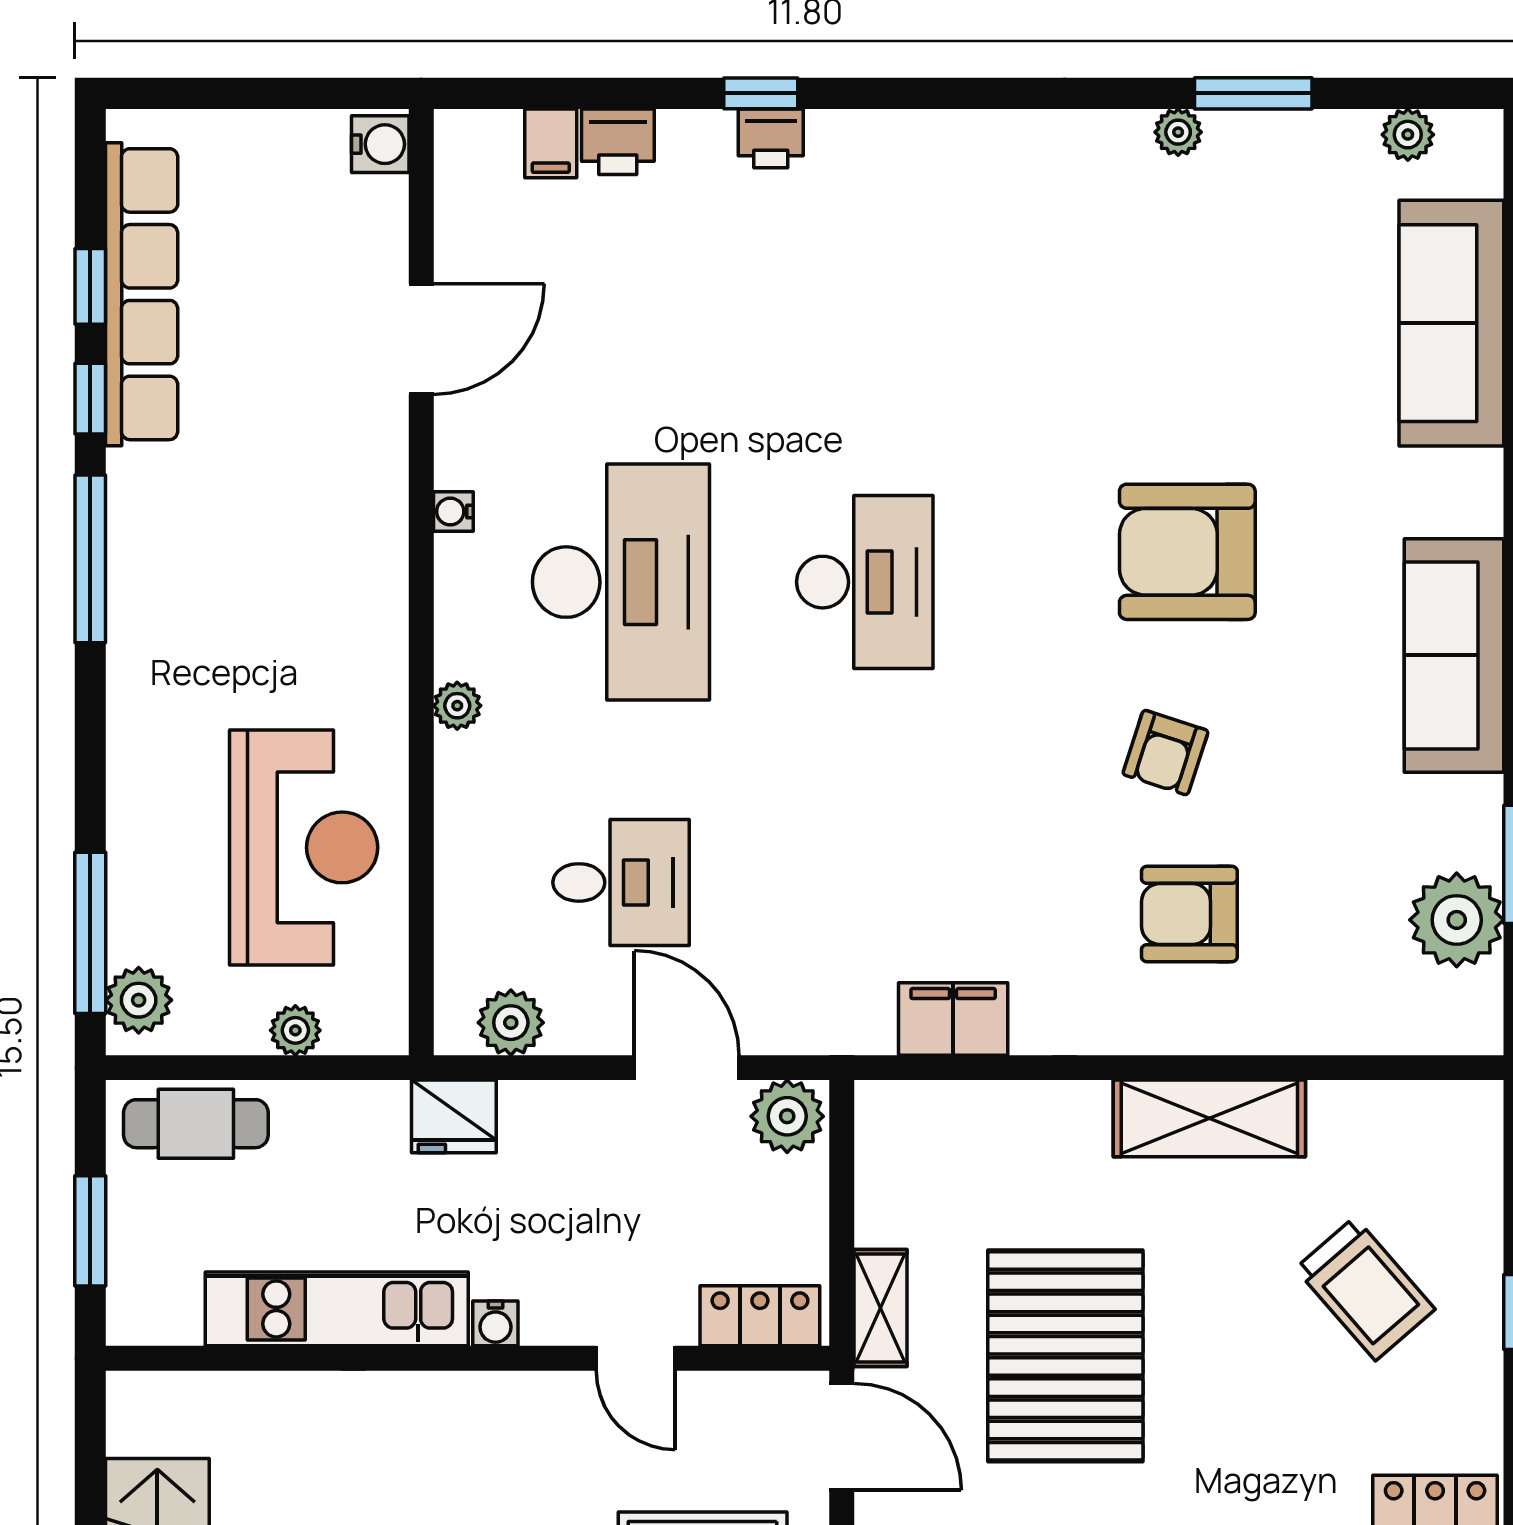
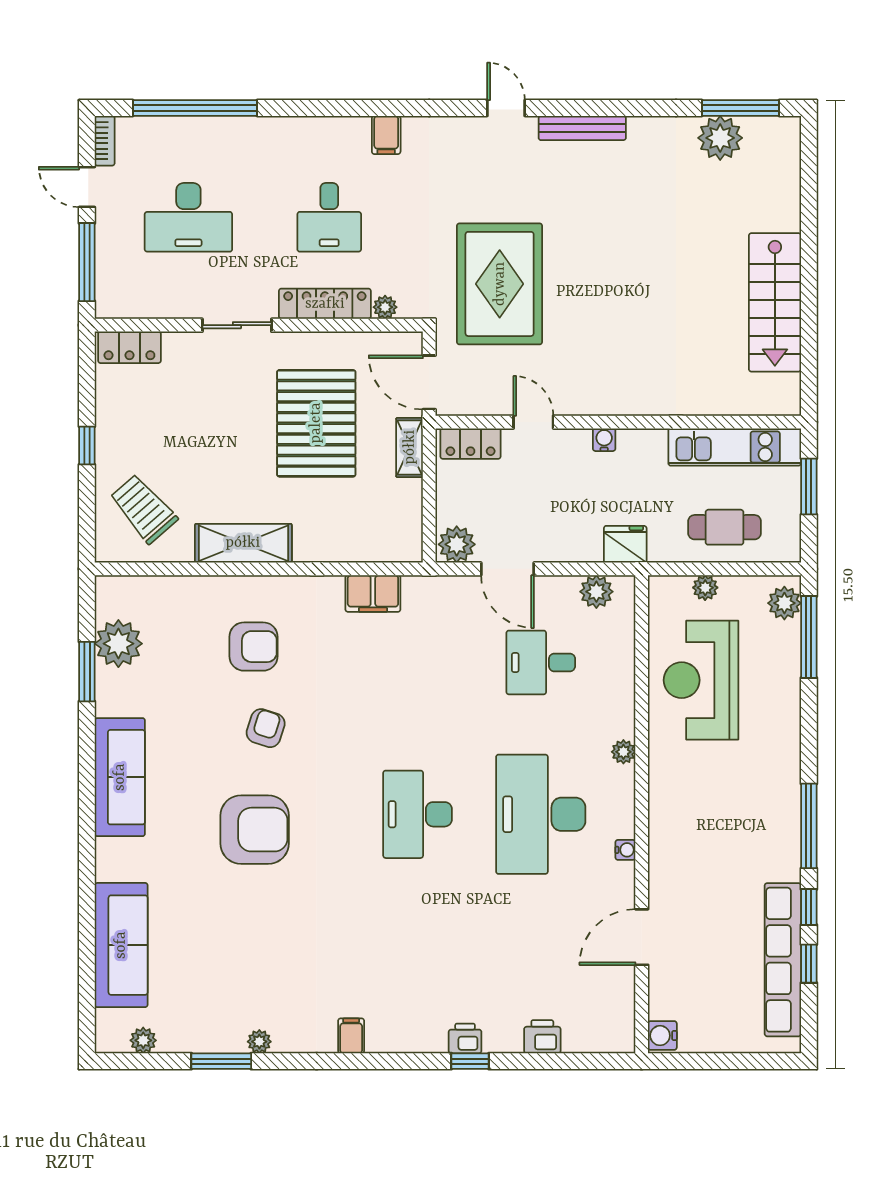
filing cabinet: (551, 143) -> (351, 1036), moved
cafe table: (196, 1124) -> (725, 527), moved
trolley: (1365, 1289) -> (144, 509), moved
kitchen unit: (337, 1309) -> (735, 447), moved

